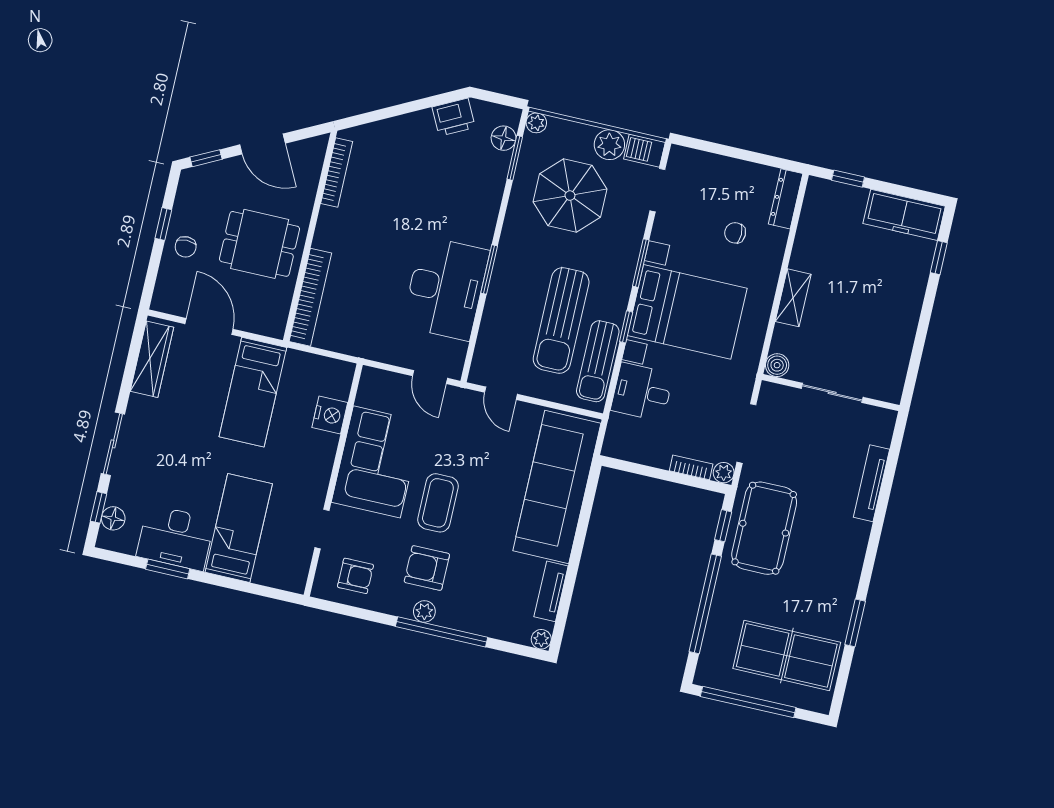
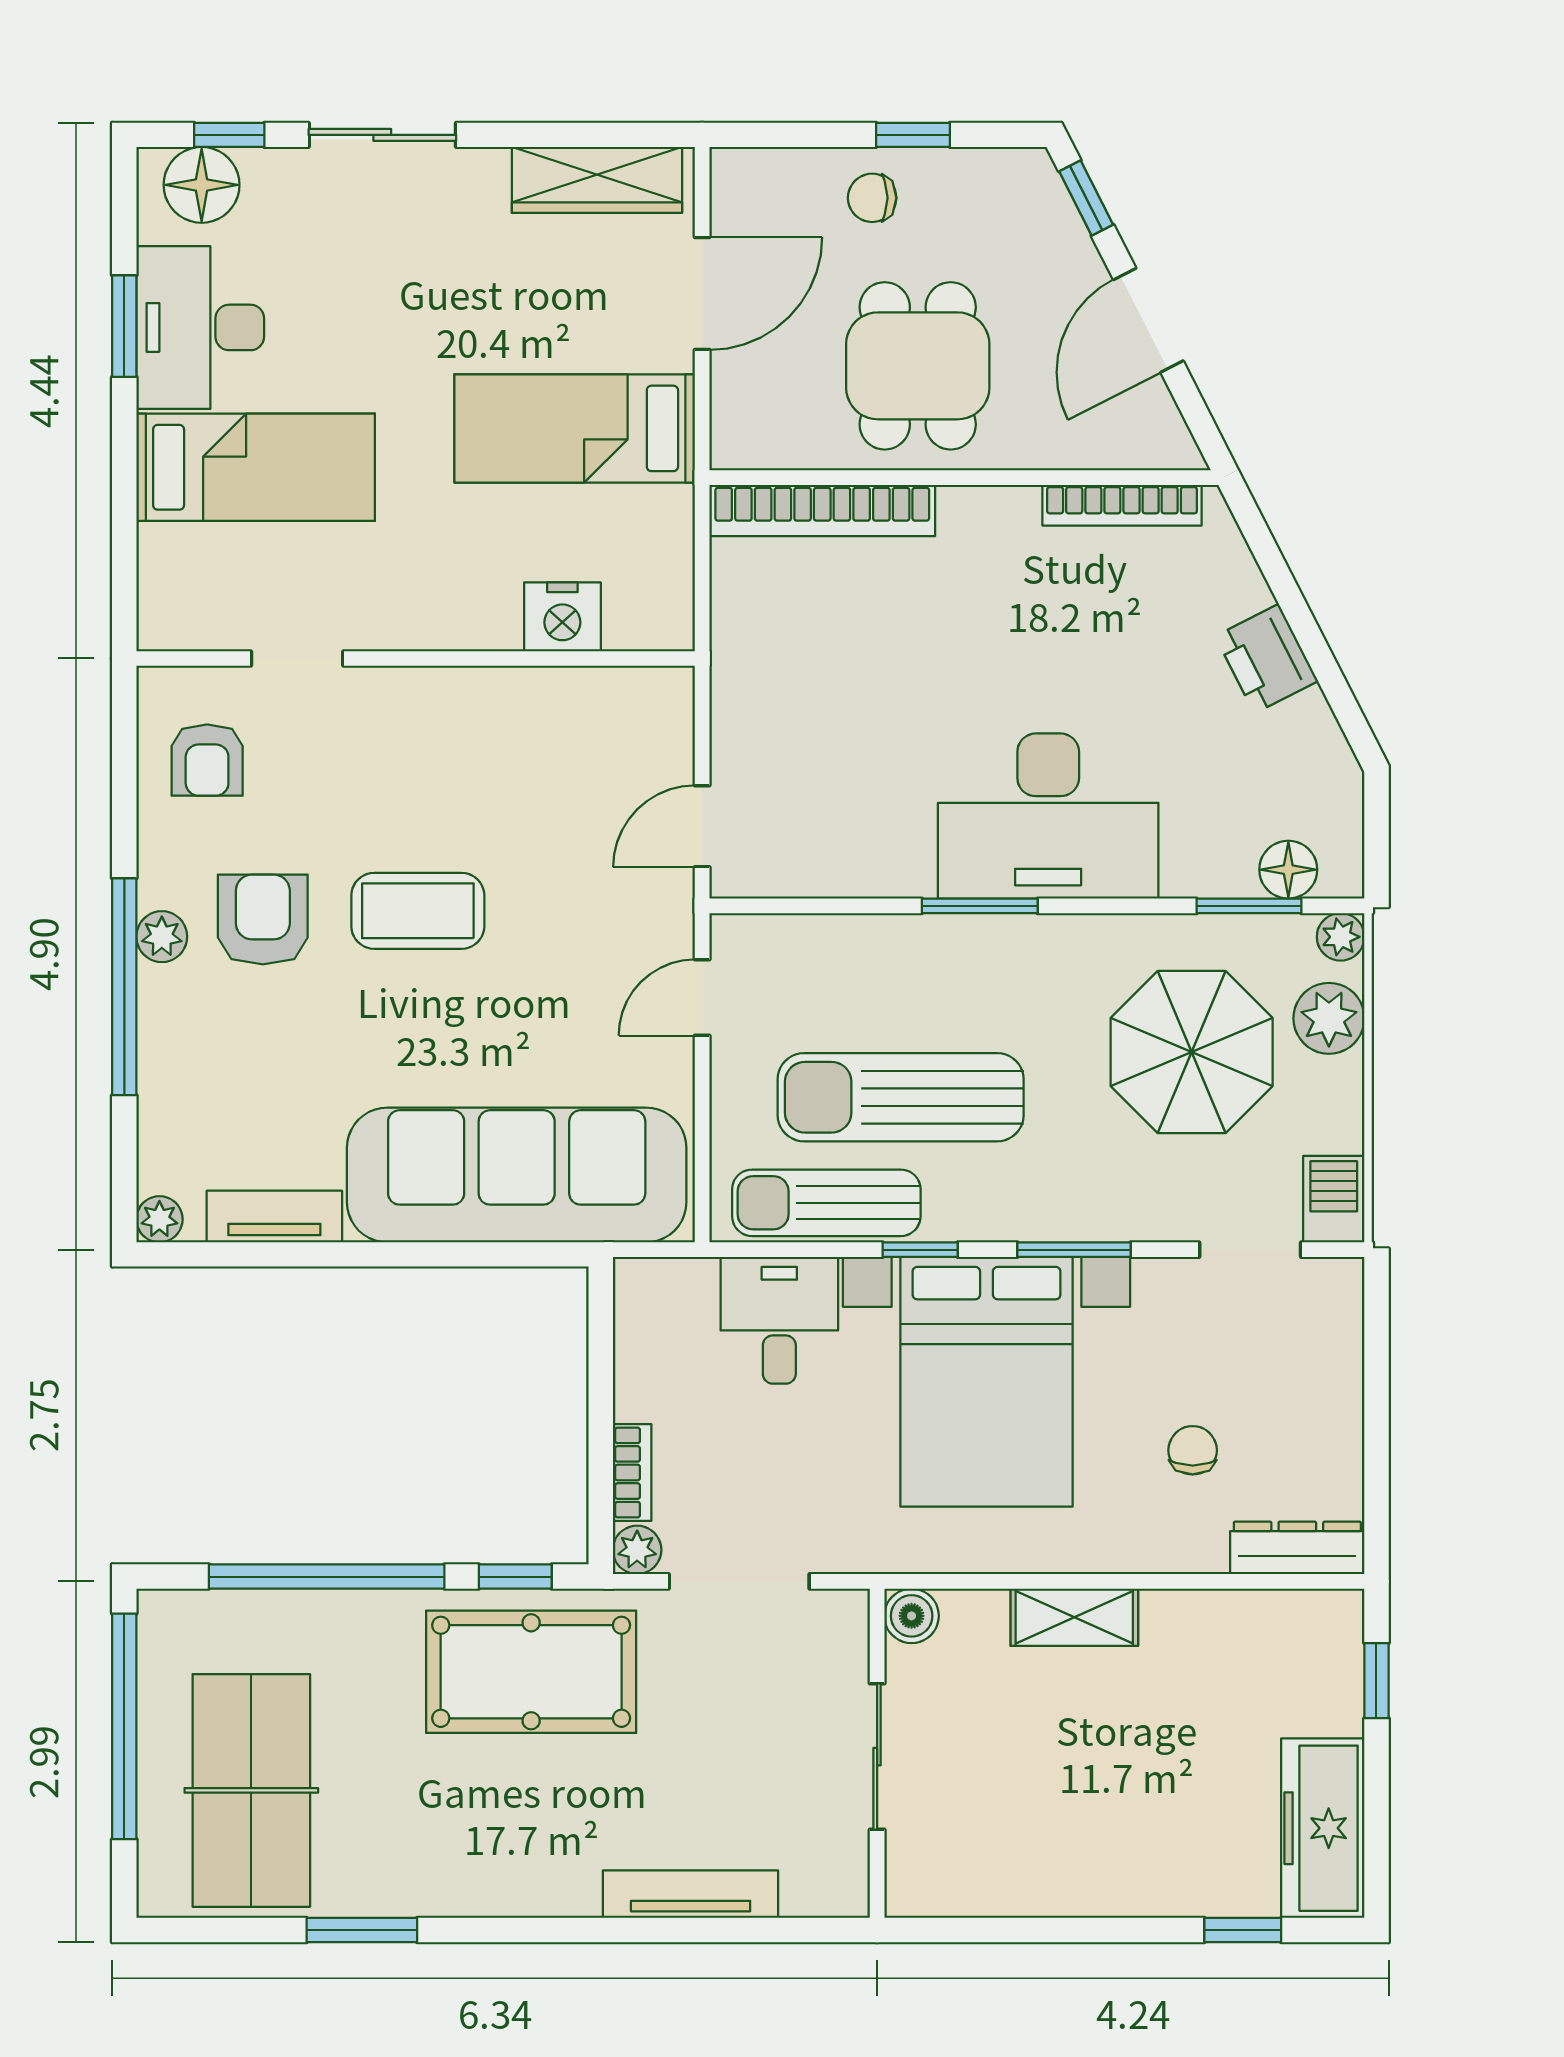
printer: (454, 117) -> (1267, 659), moved
plant: (609, 145) -> (1329, 1018), moved
desk: (446, 288) -> (1048, 816), moved
corner sofa: (377, 462) -> (480, 749), removed
floor lamp: (113, 518) -> (202, 185), width x1.38, depth x1.38

